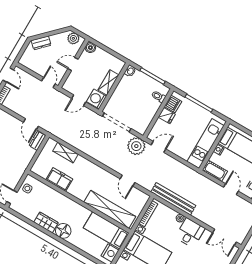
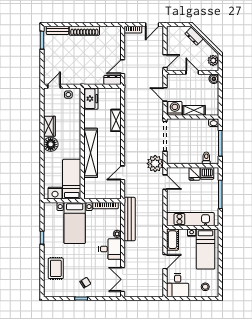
shelving: (66, 153) -> (116, 120), moved
freezer: (59, 180) -> (91, 99), moved
shelving: (110, 209) -> (91, 153), moved

